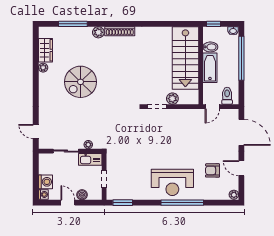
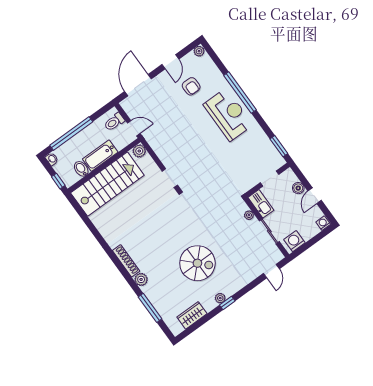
plant: (43, 68) -> (220, 298), moved
window: (36, 83) -> (227, 303), added
plant: (172, 99) -> (139, 151), moved
washing machine: (45, 182) -> (294, 241), moved

